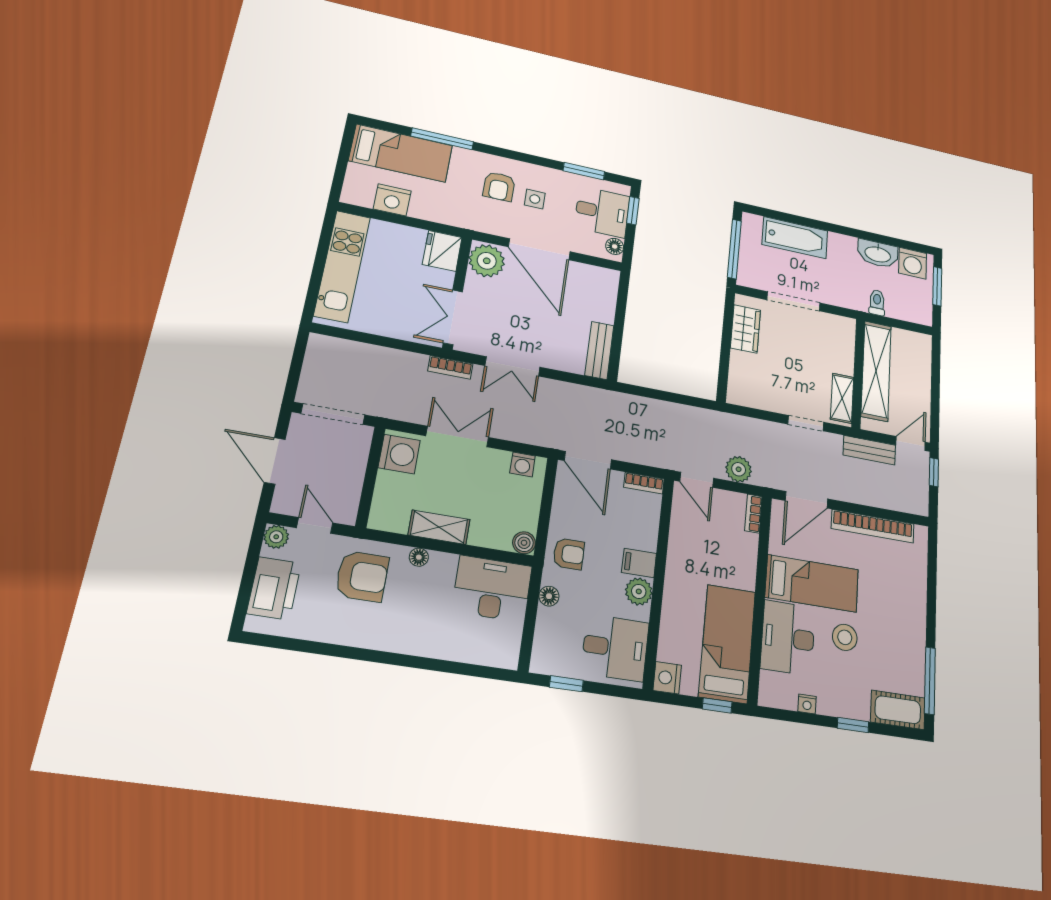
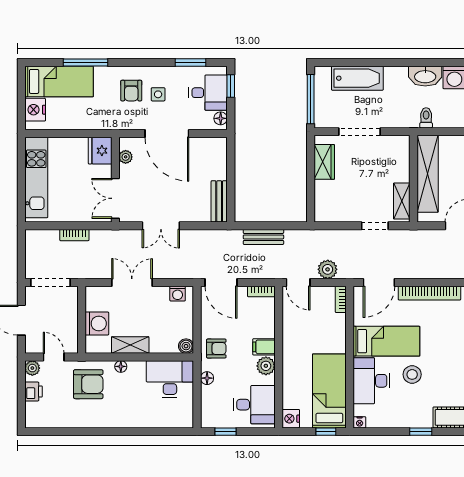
nightstand: (392, 200) -> (35, 110), moved, turned 90
plant: (487, 261) -> (126, 157), width x0.53, depth x0.53
bookcase: (450, 367) -> (74, 235), moved
bench: (869, 450) -> (263, 237), moved
washing machine: (399, 454) -> (97, 323), moved
printer: (274, 588) -> (34, 391), width x0.53, depth x0.68
nightstand: (807, 704) -> (360, 422), moved

